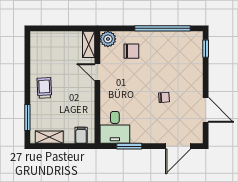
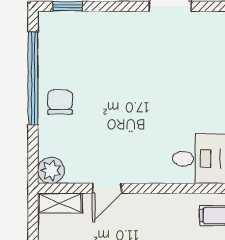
chair: (131, 51) -> (60, 102), moved
chair: (164, 97) -> (149, 76), removed

